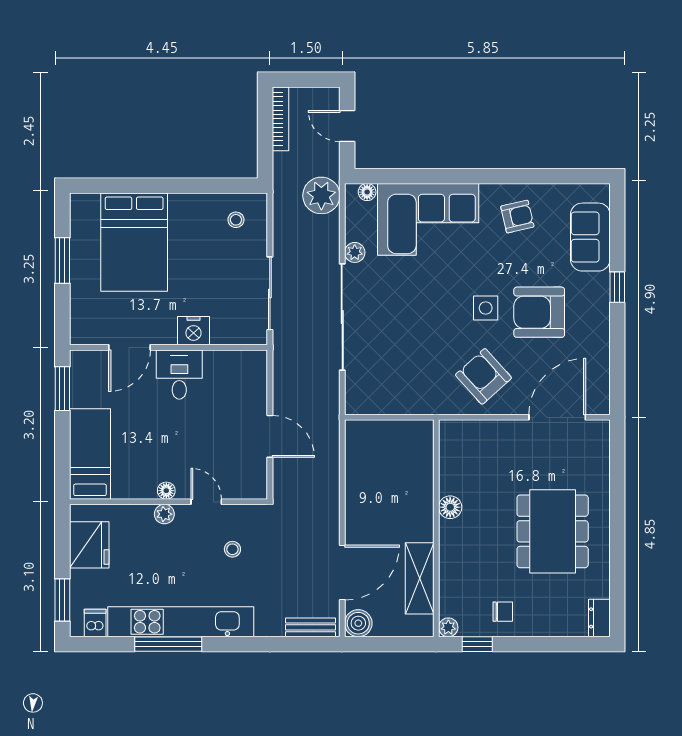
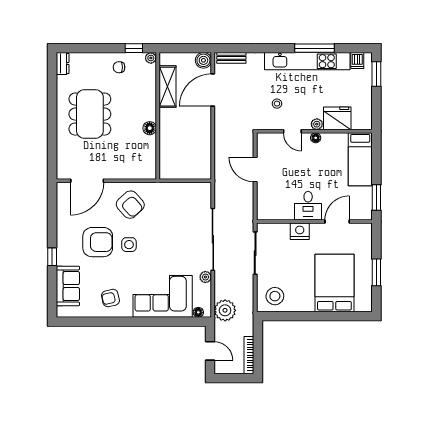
stool: (236, 220) -> (275, 296), width x1.89, depth x1.89
fridge: (89, 545) -> (337, 118), moved, turned 90

